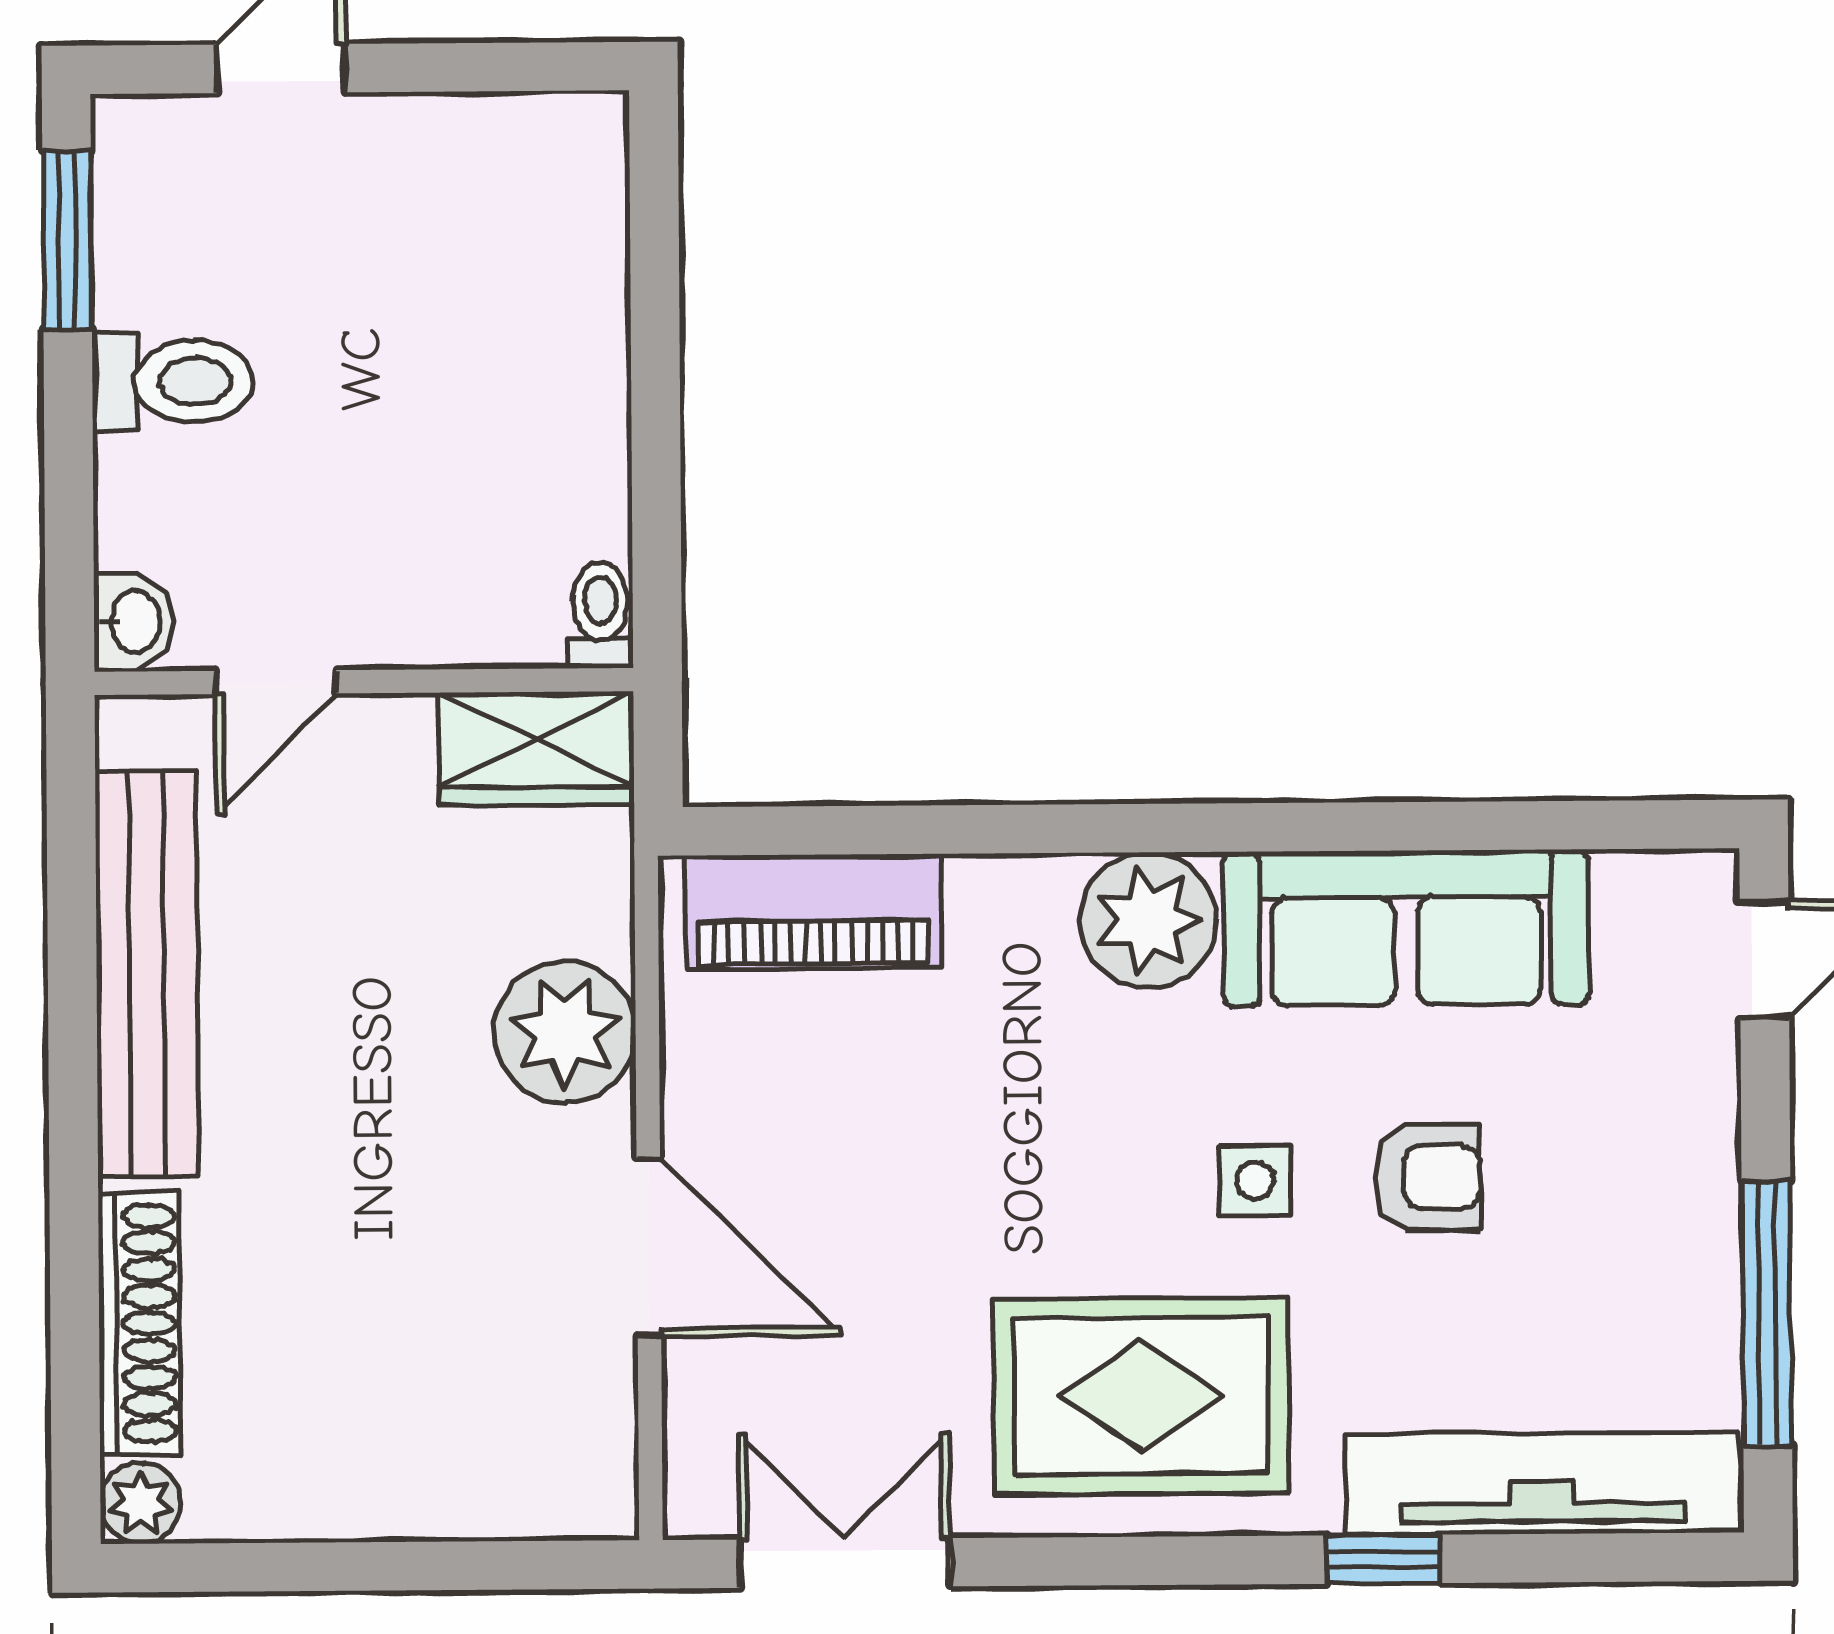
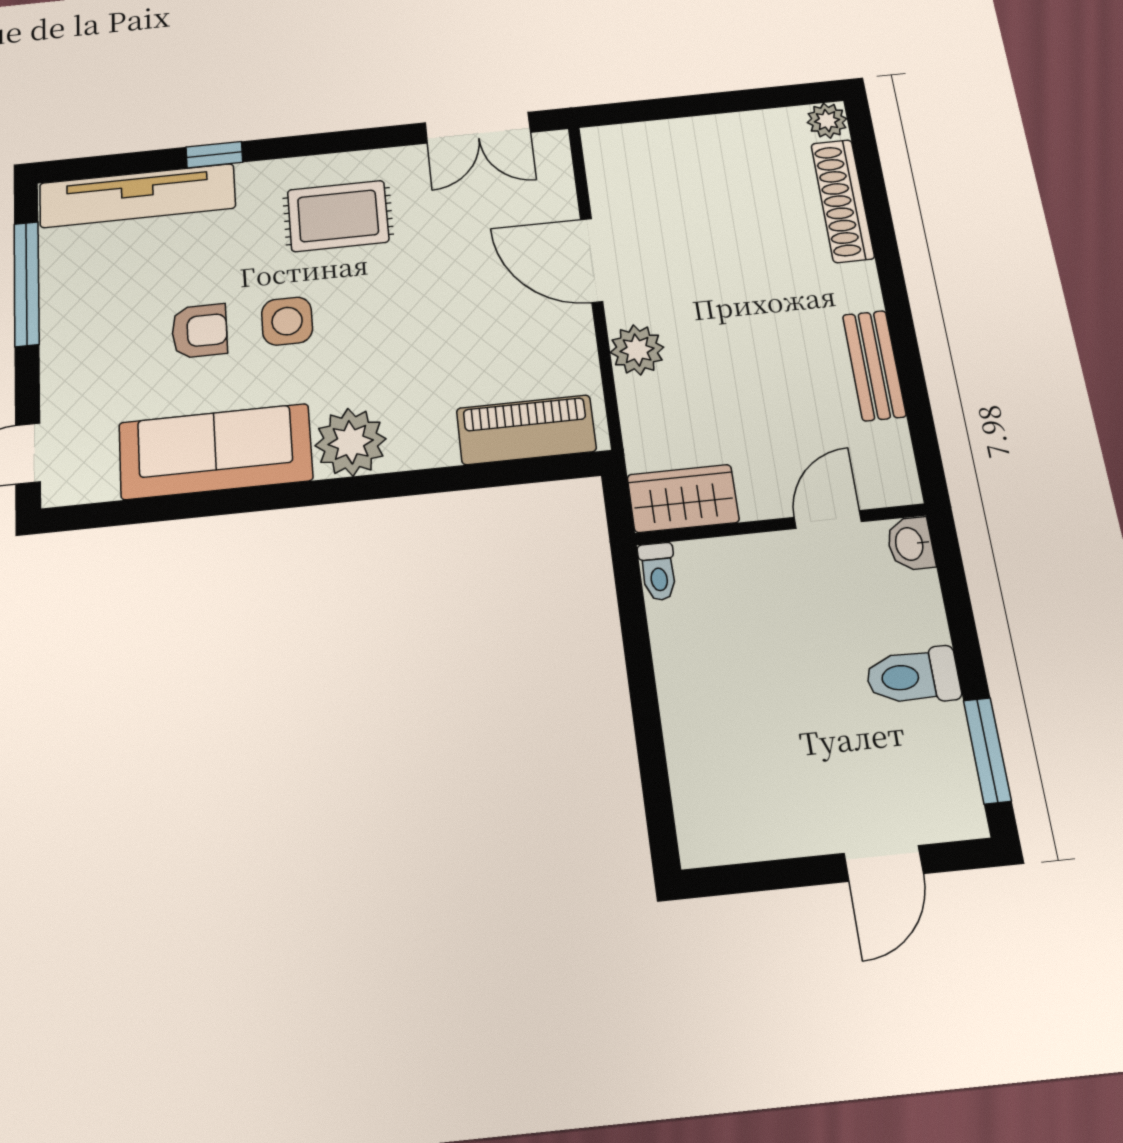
bench: (147, 973) -> (874, 365), width x0.54, depth x0.82
plant: (565, 1032) -> (637, 350), width x0.73, depth x0.73
armchair: (1427, 1177) -> (199, 331), turned 180
side table: (1255, 1180) -> (287, 321), width x1.37, depth x1.37
rug: (1141, 1396) -> (338, 216), width x0.73, depth x0.70

